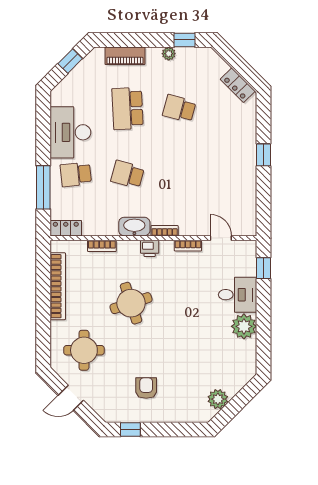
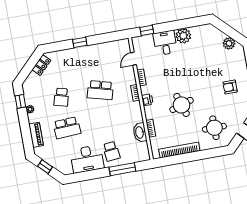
school desk: (128, 174) -> (100, 90), moved, width x1.85
washbasin: (134, 227) -> (140, 132), moved
locker: (66, 228) -> (144, 151), removed

